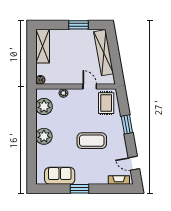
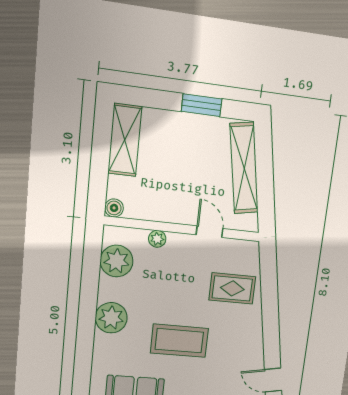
rug: (106, 103) -> (232, 288), moved, turned 90
window: (127, 124) -> (270, 310), removed
coffee table: (92, 141) -> (179, 341), moved

